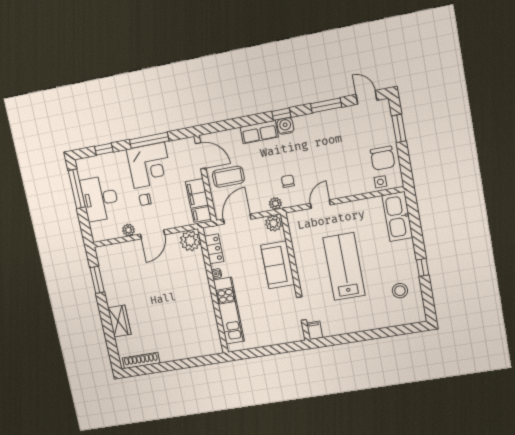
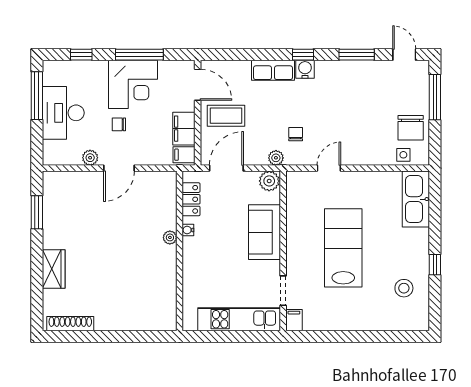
window: (399, 128) -> (435, 97), width x1.44
plant: (190, 241) -> (170, 237), moved, width x0.53, depth x0.53
kitchen unit: (229, 311) -> (239, 319), moved, turned -90

